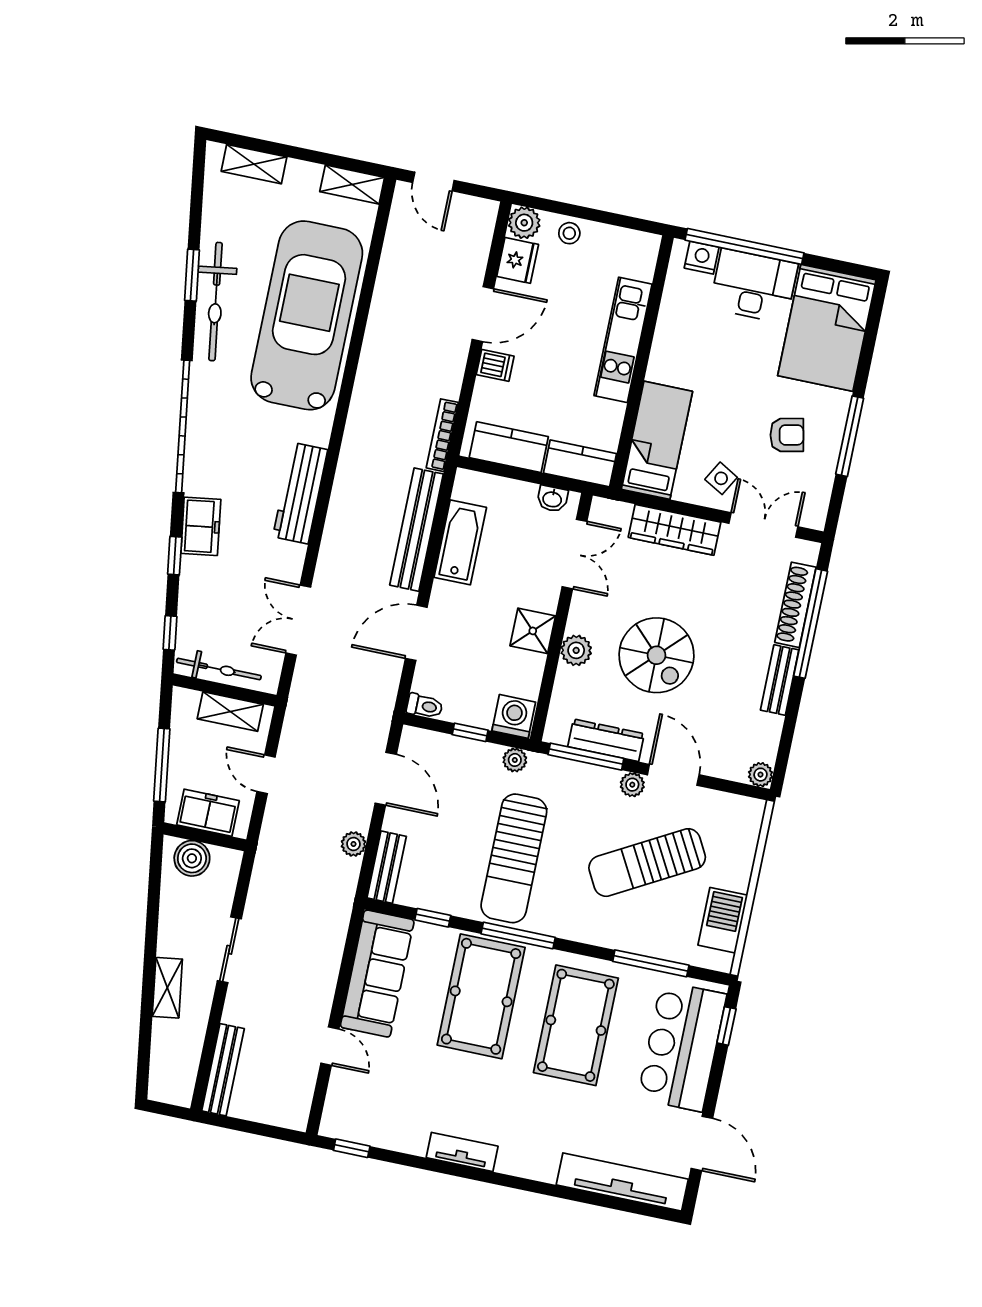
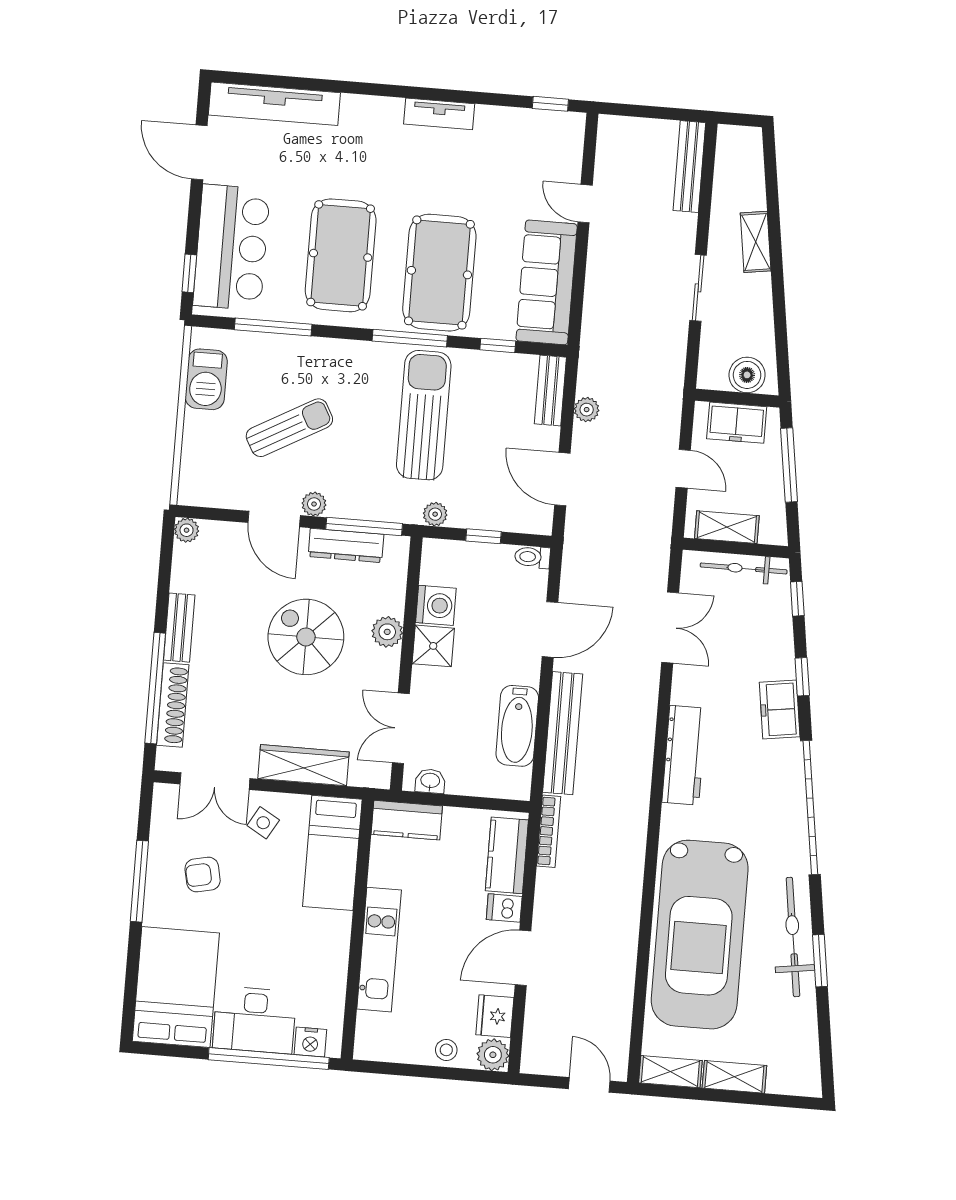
shelving: (254, 164) -> (734, 1077), moved
kitchen counter: (509, 447) -> (507, 855), moved, turned 90
washing machine: (514, 716) -> (436, 605), moved, turned -90
sun lounger: (647, 863) -> (289, 428), width x0.73, depth x0.75

